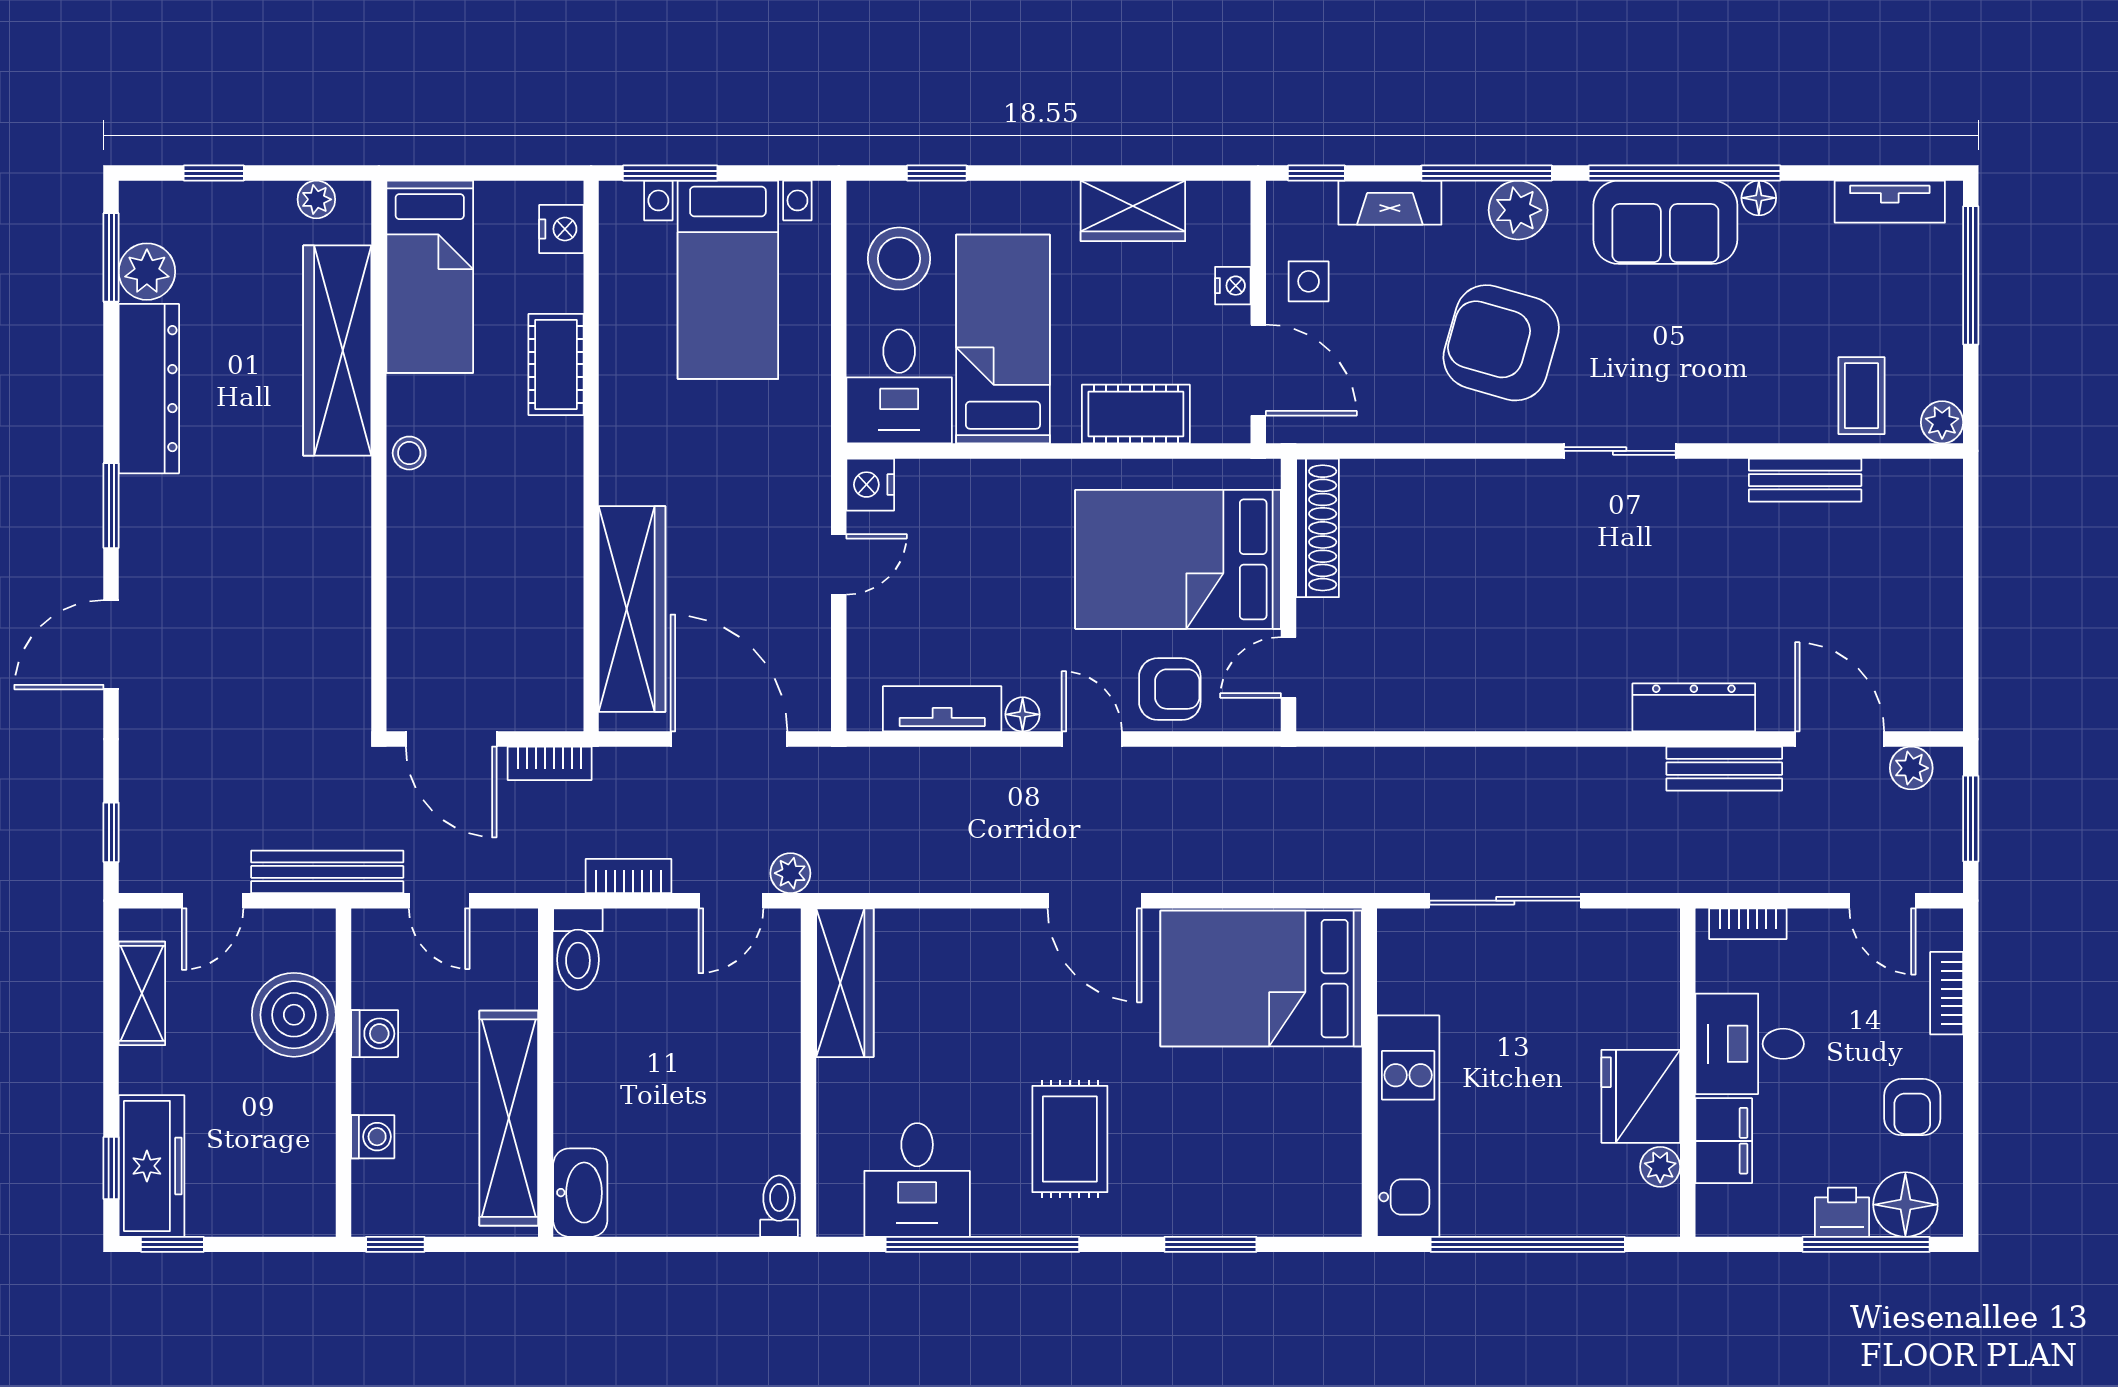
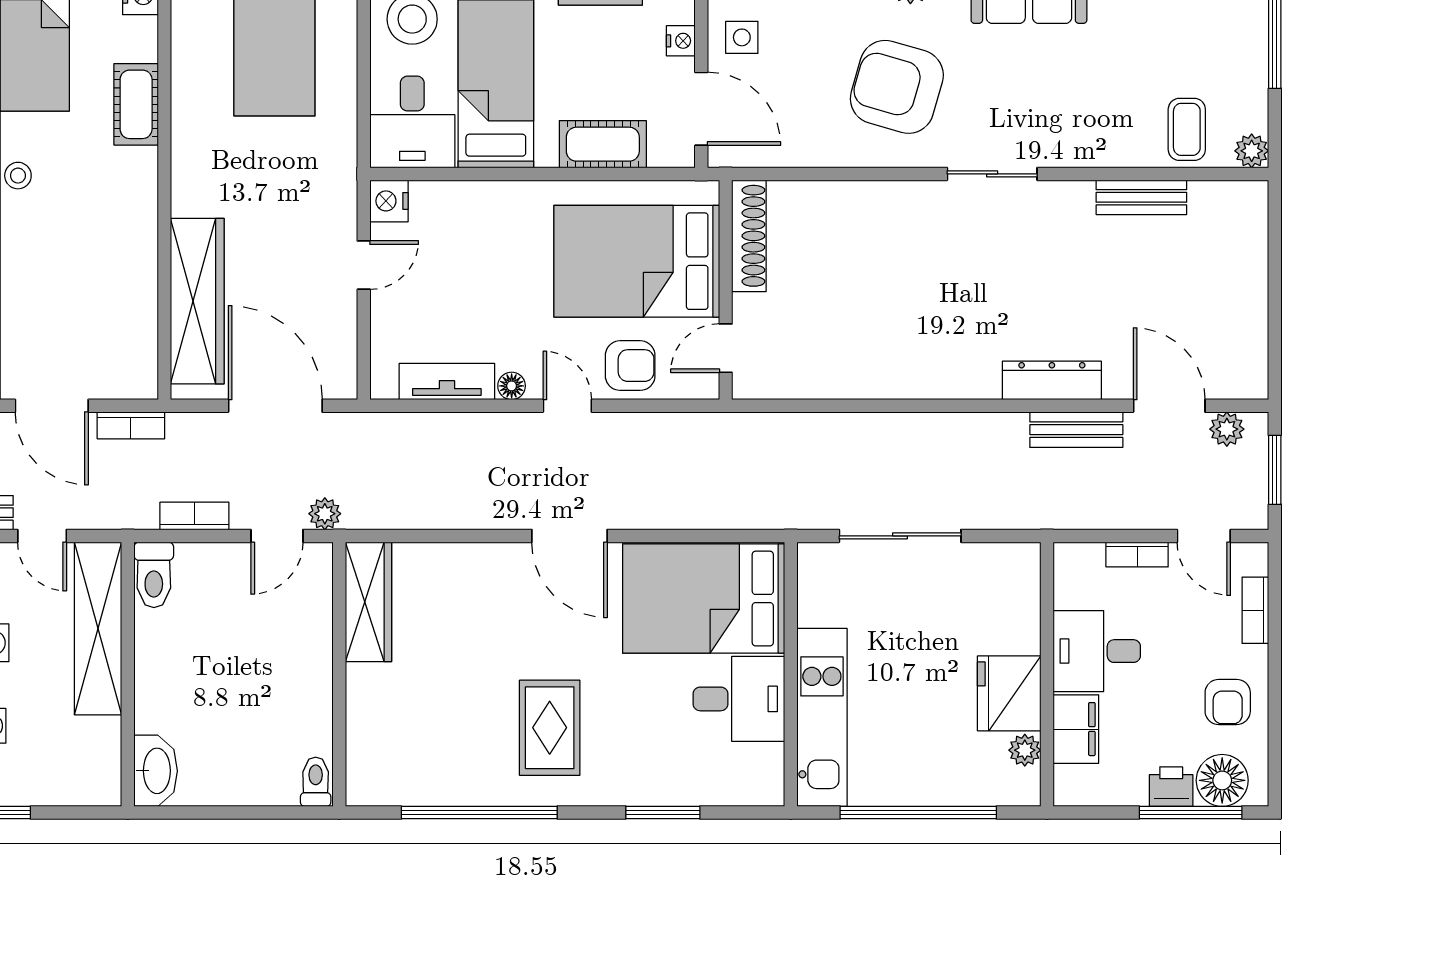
bookcase: (1748, 924) -> (1137, 554), moved
shelving: (509, 1118) -> (98, 628), moved
desk: (917, 1180) -> (739, 699), moved, turned -90

